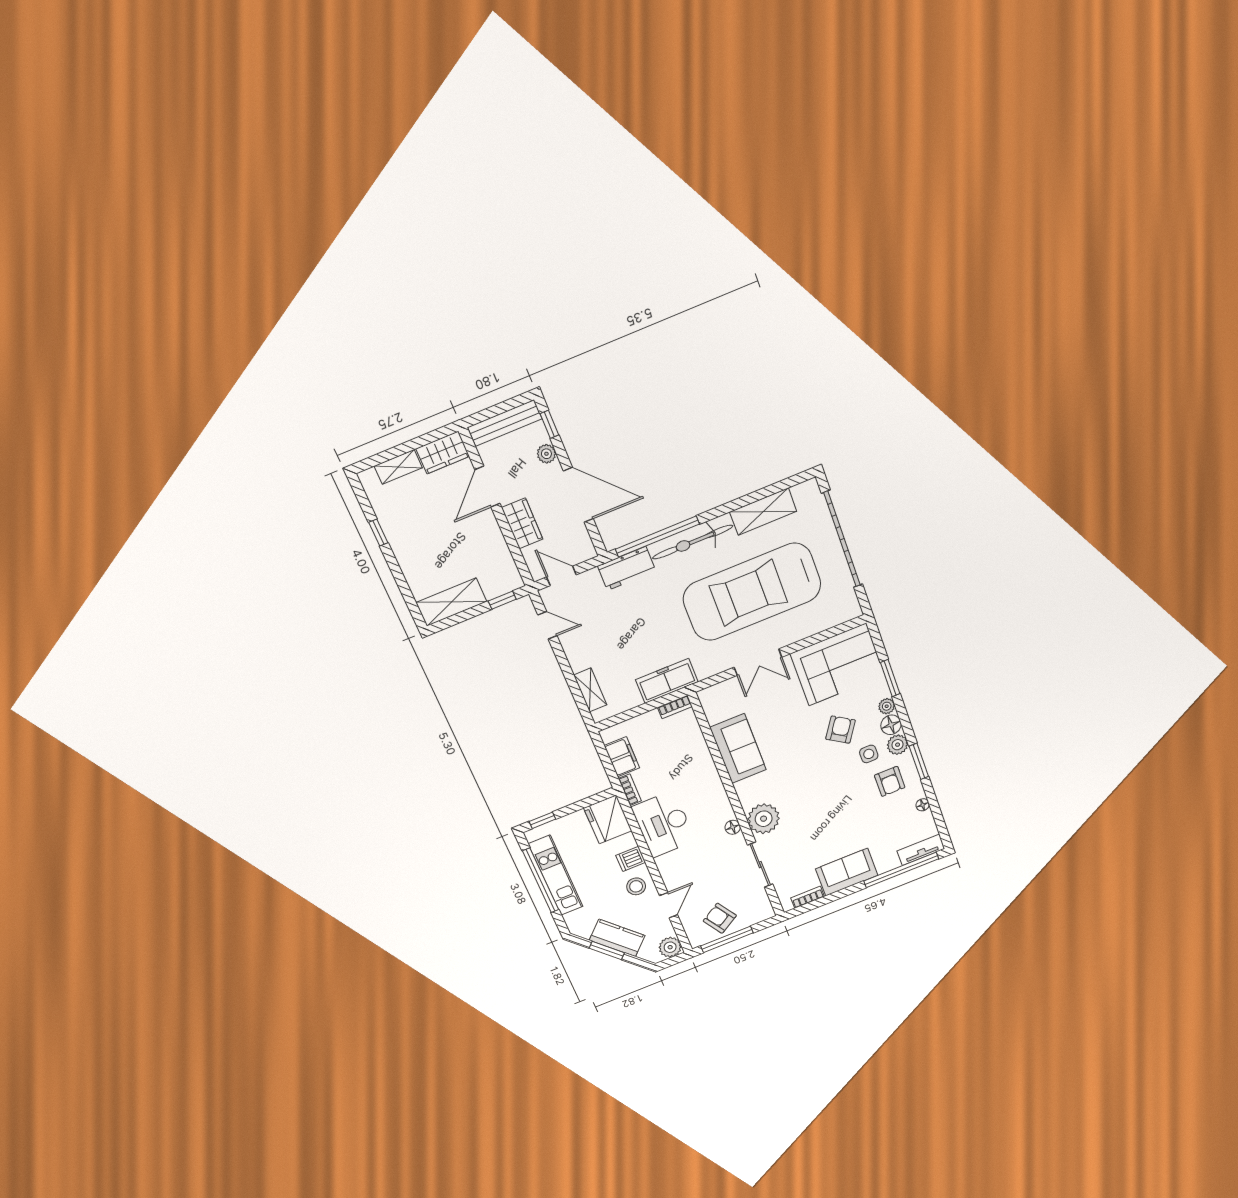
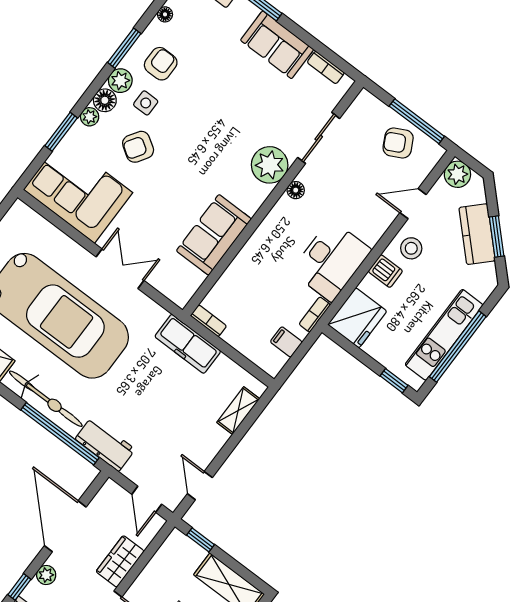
filing cabinet: (622, 757) -> (286, 342), width x0.50
armchair: (720, 918) -> (398, 143), turned 95

